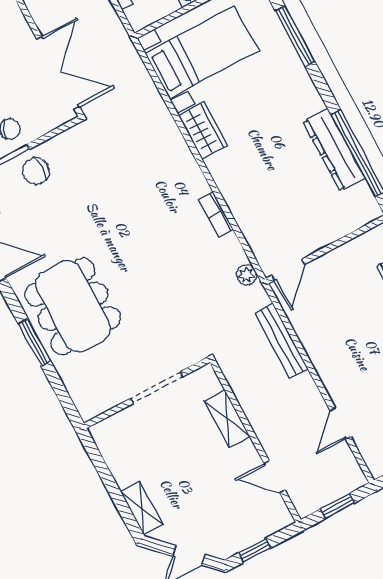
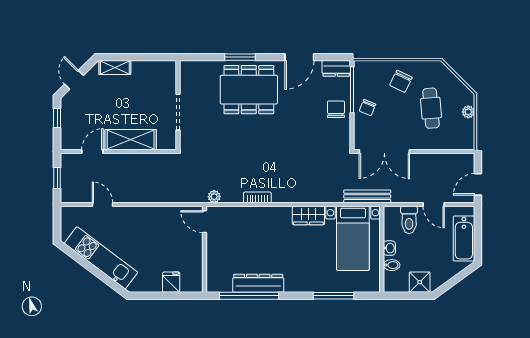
bench: (282, 341) -> (367, 196), moved
shelving: (227, 419) -> (131, 140), width x1.50, depth x1.33

